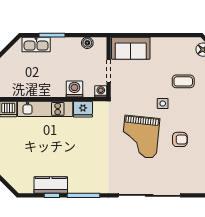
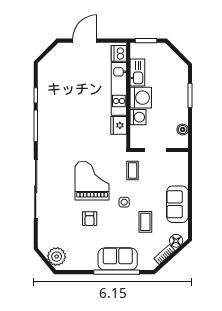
kitchen sink: (36, 45) -> (137, 72), moved, turned 180
sofa: (131, 48) -> (177, 204), moved
washing machine: (101, 91) -> (141, 98), moved, width x1.89, depth x1.89
coffee table: (130, 95) -> (133, 170), added
grand piano: (140, 137) -> (92, 181), turned 84
kitchen counter: (51, 185) -> (46, 94), removed

